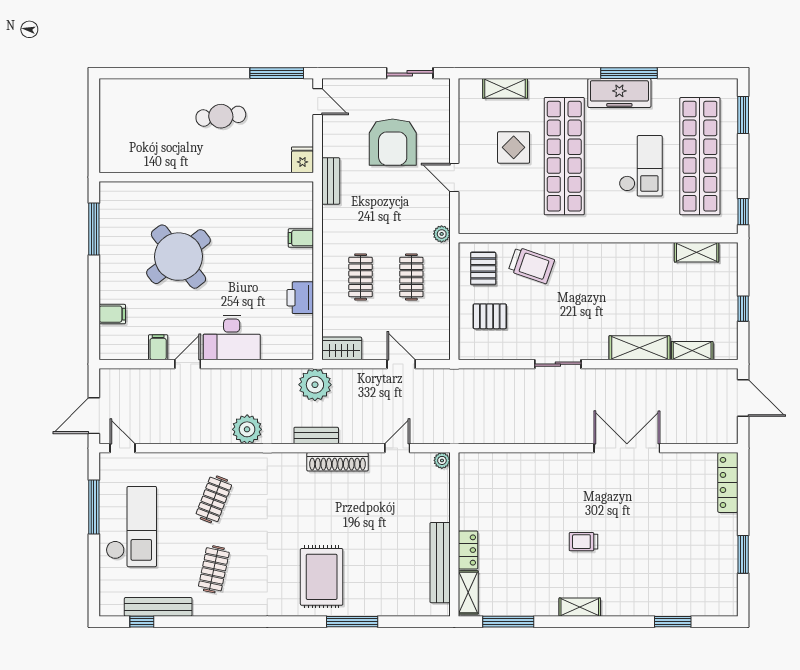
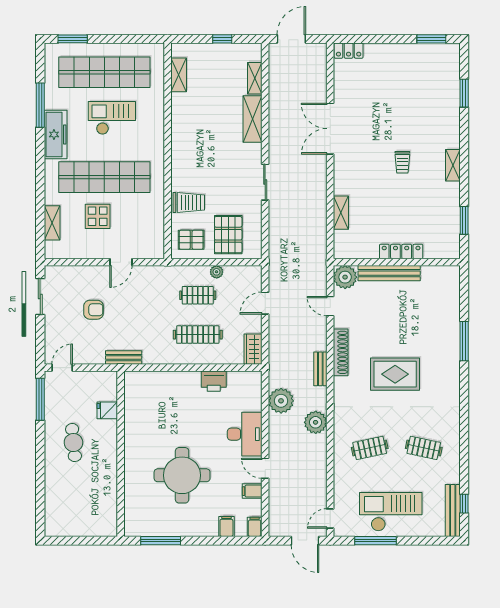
window: (629, 73) -> (40, 105), moved
armchair: (393, 142) -> (94, 310), width x0.53, depth x0.53
fridge: (303, 160) -> (107, 410), moved
window: (743, 212) -> (147, 39), removed
plant: (442, 234) -> (217, 272), moved
filing cabinet: (301, 238) -> (255, 527), moved, turned 180
round table: (178, 257) -> (182, 475), turned 38
trolley: (531, 265) -> (189, 203), turned 71
clothes rail: (361, 277) -> (198, 335), width x1.36
pallet: (490, 316) -> (228, 235), width x1.50, depth x1.42
plant: (315, 385) -> (281, 401), moved
plant: (442, 460) -> (345, 277), width x1.88, depth x1.88
locker: (728, 482) -> (349, 51), width x0.66
clothes rail: (214, 499) -> (370, 448), turned -33
locker: (468, 550) -> (401, 251), width x1.53
window: (743, 554) -> (431, 39), moved
bench: (440, 563) -> (389, 273), moved
rug: (322, 577) -> (395, 374), moved
shelving: (468, 592) -> (341, 213), moved, turned 90
bench: (158, 607) -> (453, 511), moved
window: (508, 622) -> (464, 220), width x0.69

